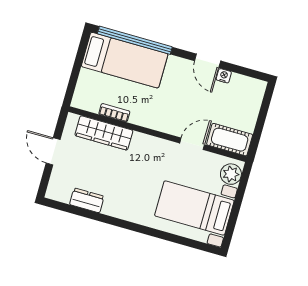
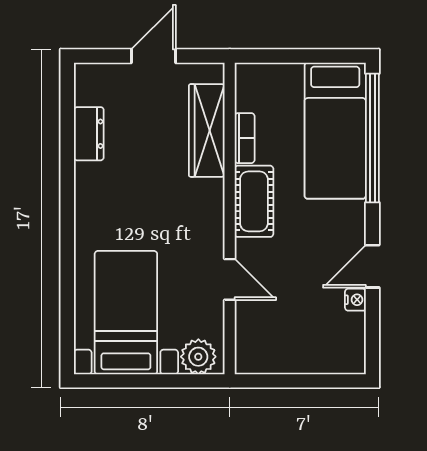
cot: (230, 140) -> (254, 201), moved

